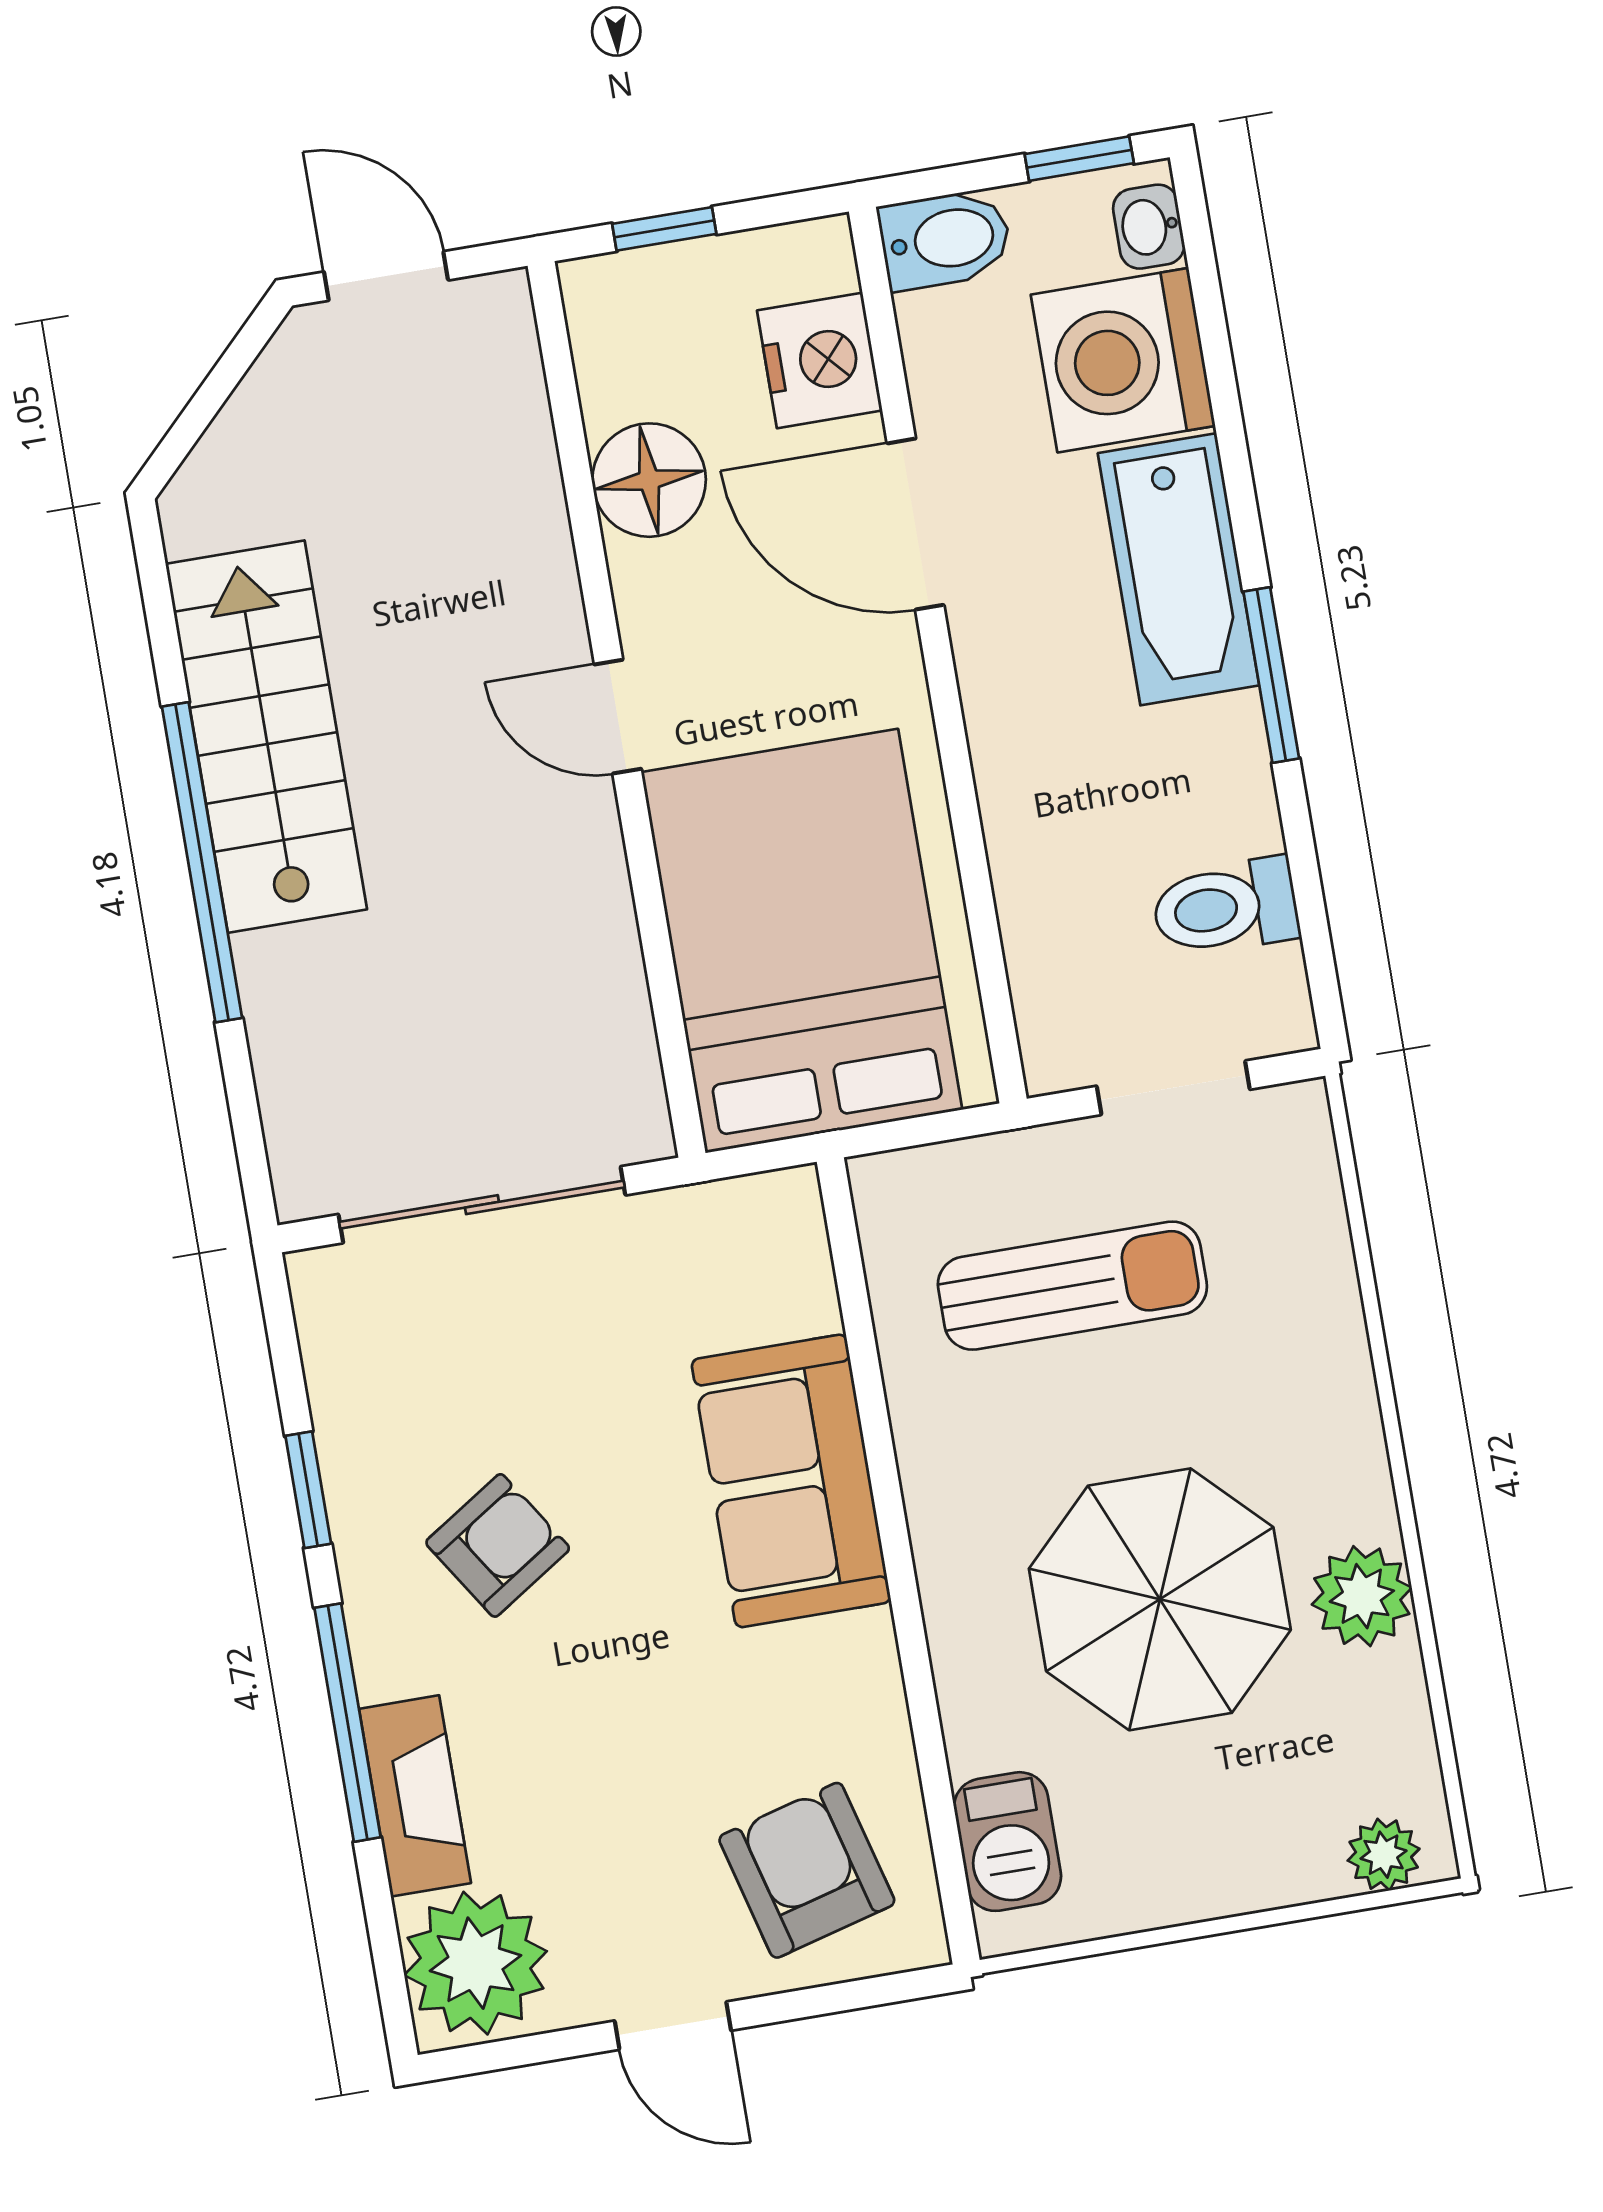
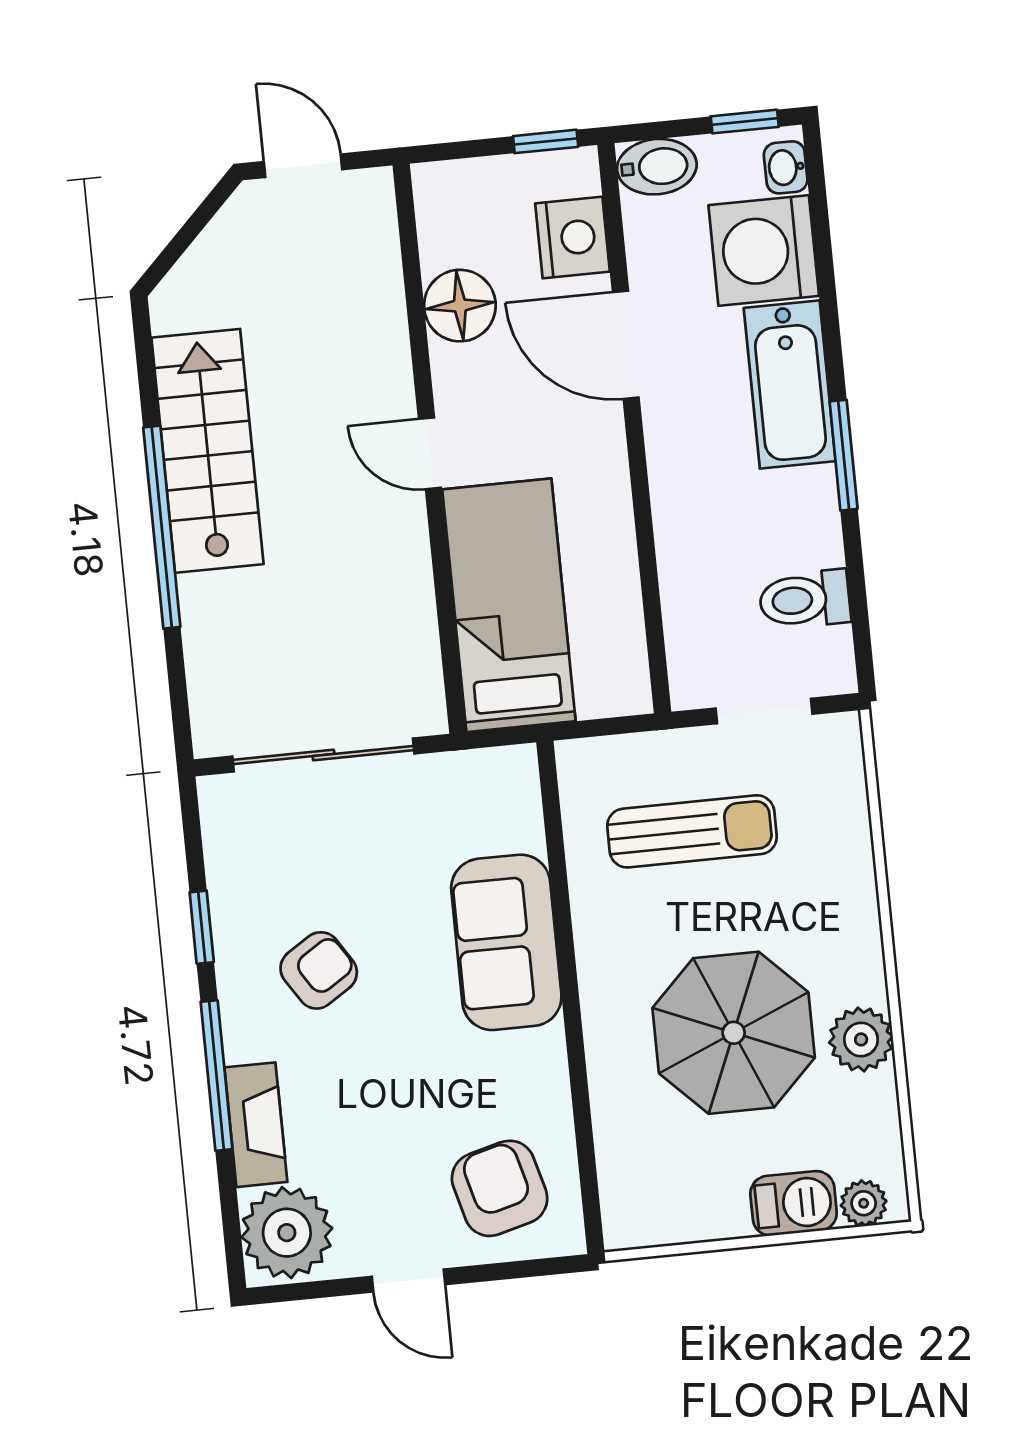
window: (664, 229) -> (546, 141), moved
bed: (802, 941) -> (509, 605), width x0.67
barbecue: (1008, 1842) -> (794, 1203), moved, turned -90

